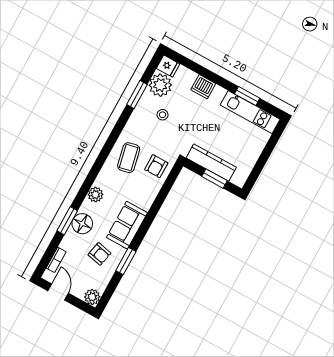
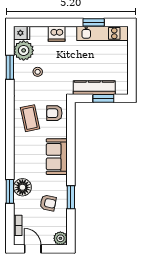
armchair: (156, 166) -> (54, 113), turned 90
plant: (95, 195) -> (20, 160), removed
sofa: (127, 225) -> (57, 157), moved

